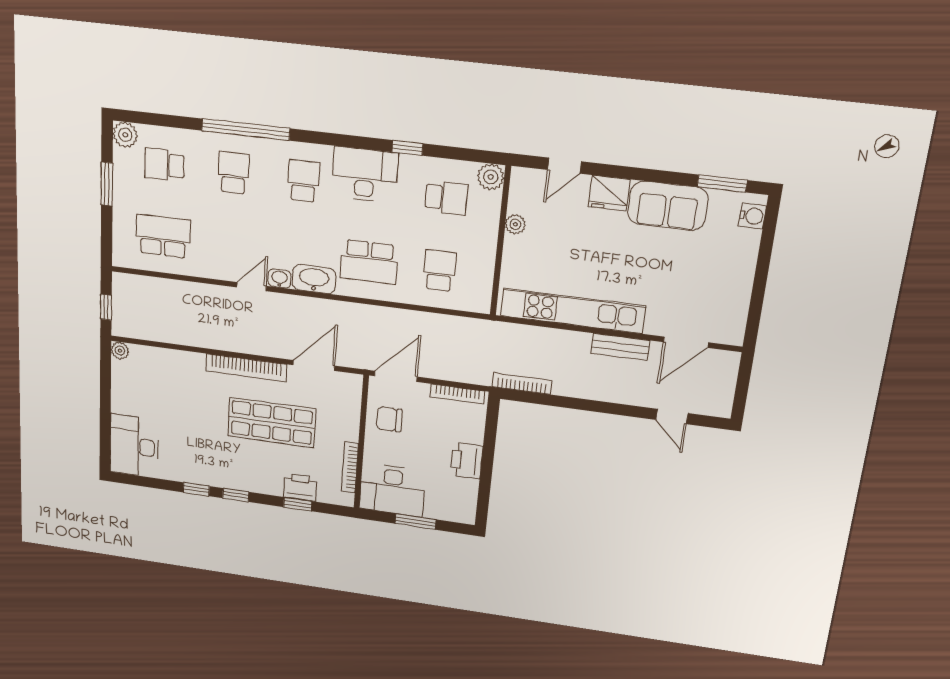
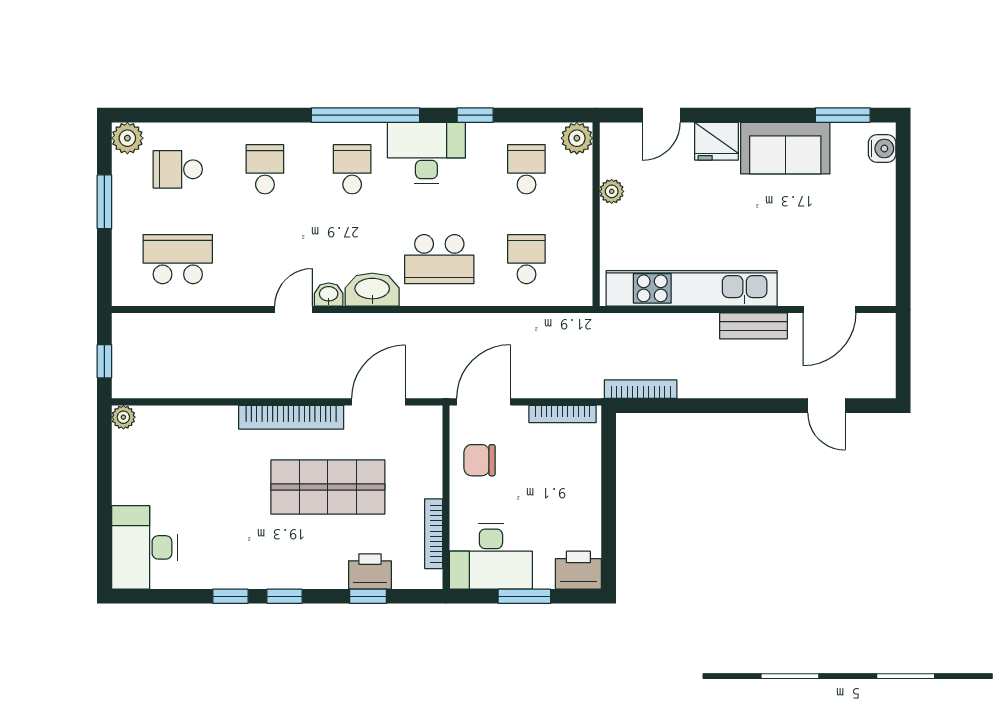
window: (246, 130) -> (365, 115), moved
school desk: (446, 198) -> (526, 169), turned -90
printer: (467, 461) -> (578, 570), moved, turned 90

